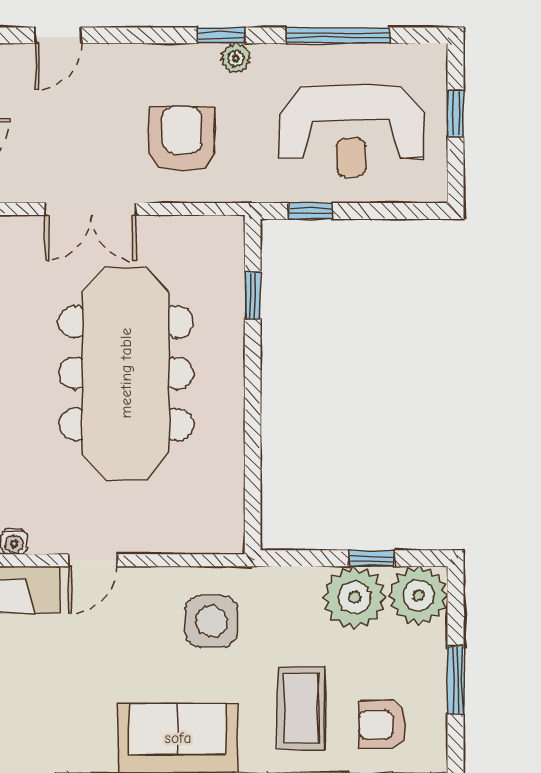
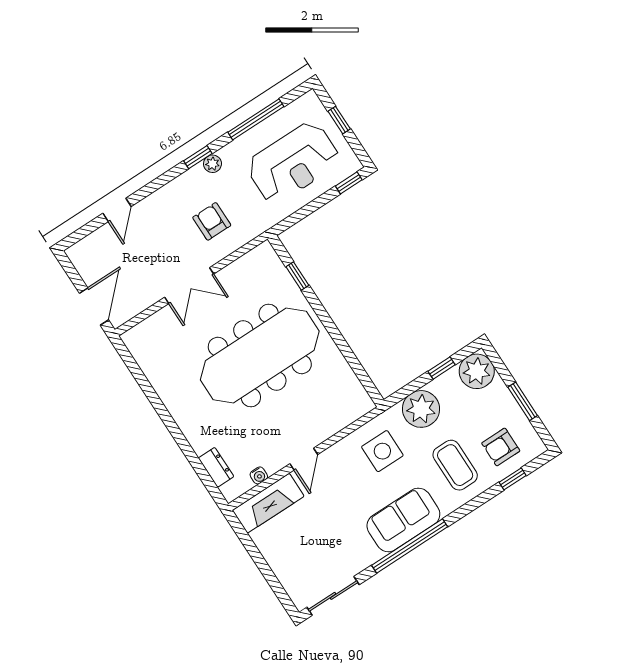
armchair: (182, 139) -> (212, 221), width x0.72, depth x0.72
window: (311, 211) -> (349, 183), moved
meeting table: (126, 373) -> (260, 356), turned 90
plant: (355, 597) -> (421, 409), moved

